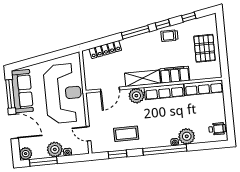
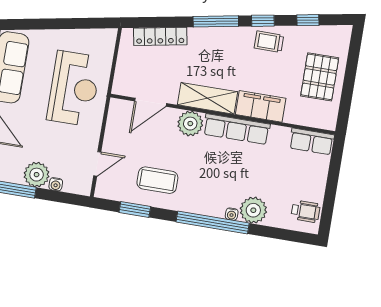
row of seats: (204, 88) -> (312, 141), width x0.68
reception desk: (63, 93) -> (74, 88), width x0.74, depth x0.77
door: (88, 134) -> (97, 164), swing flipped

